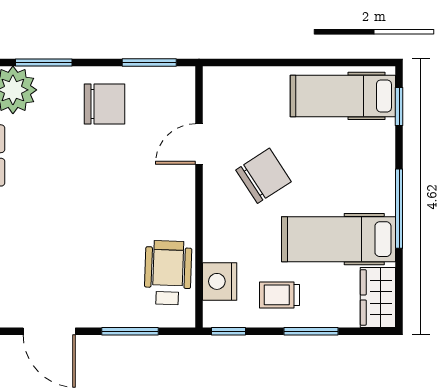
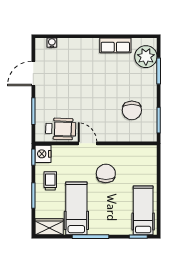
chair: (105, 104) -> (132, 110), moved
door: (199, 144) -> (87, 143), moved
chair: (263, 176) -> (106, 173), turned -147
nightstand: (220, 281) -> (43, 154), moved, turned -90

